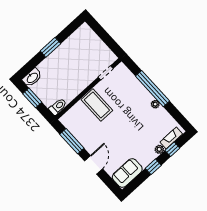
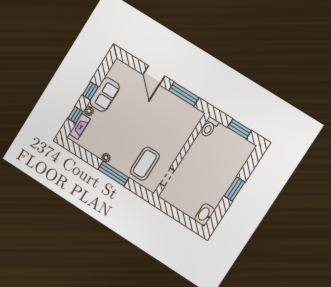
washbasin: (32, 78) -> (205, 215), moved
window: (152, 89) -> (113, 173), width x0.68
coffee table: (97, 105) -> (145, 164), moved, turned 90
sofa: (127, 173) -> (105, 95), moved

